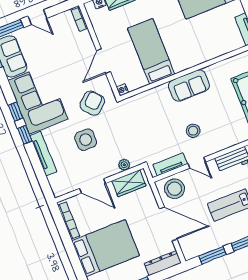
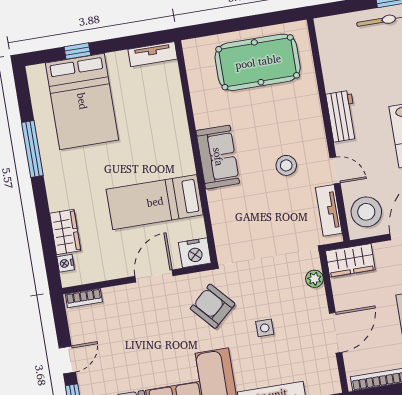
door: (103, 61) -> (154, 276), swing flipped
nightstand: (122, 90) -> (195, 253), width x1.89, depth x1.79
side table: (86, 140) -> (265, 328), width x0.54, depth x0.54
door: (197, 163) -> (335, 170), hinge flipped
wardrobe: (129, 183) -> (350, 260), moved, turned 90

